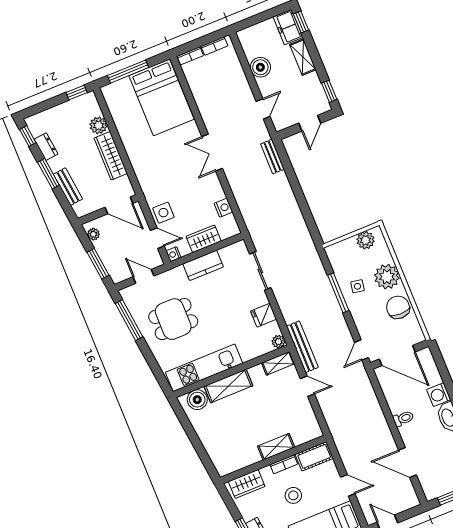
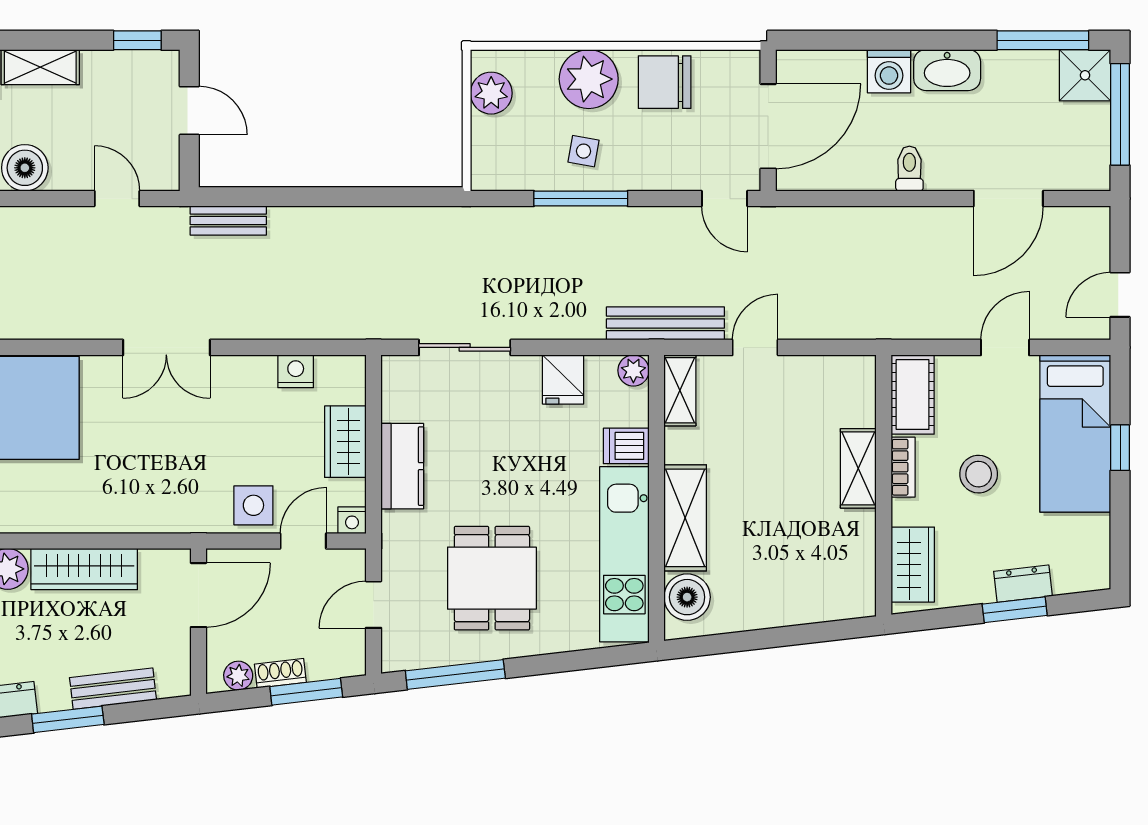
shoe rack: (101, 251) -> (280, 673), added
dishwasher: (247, 351) -> (626, 446), added

